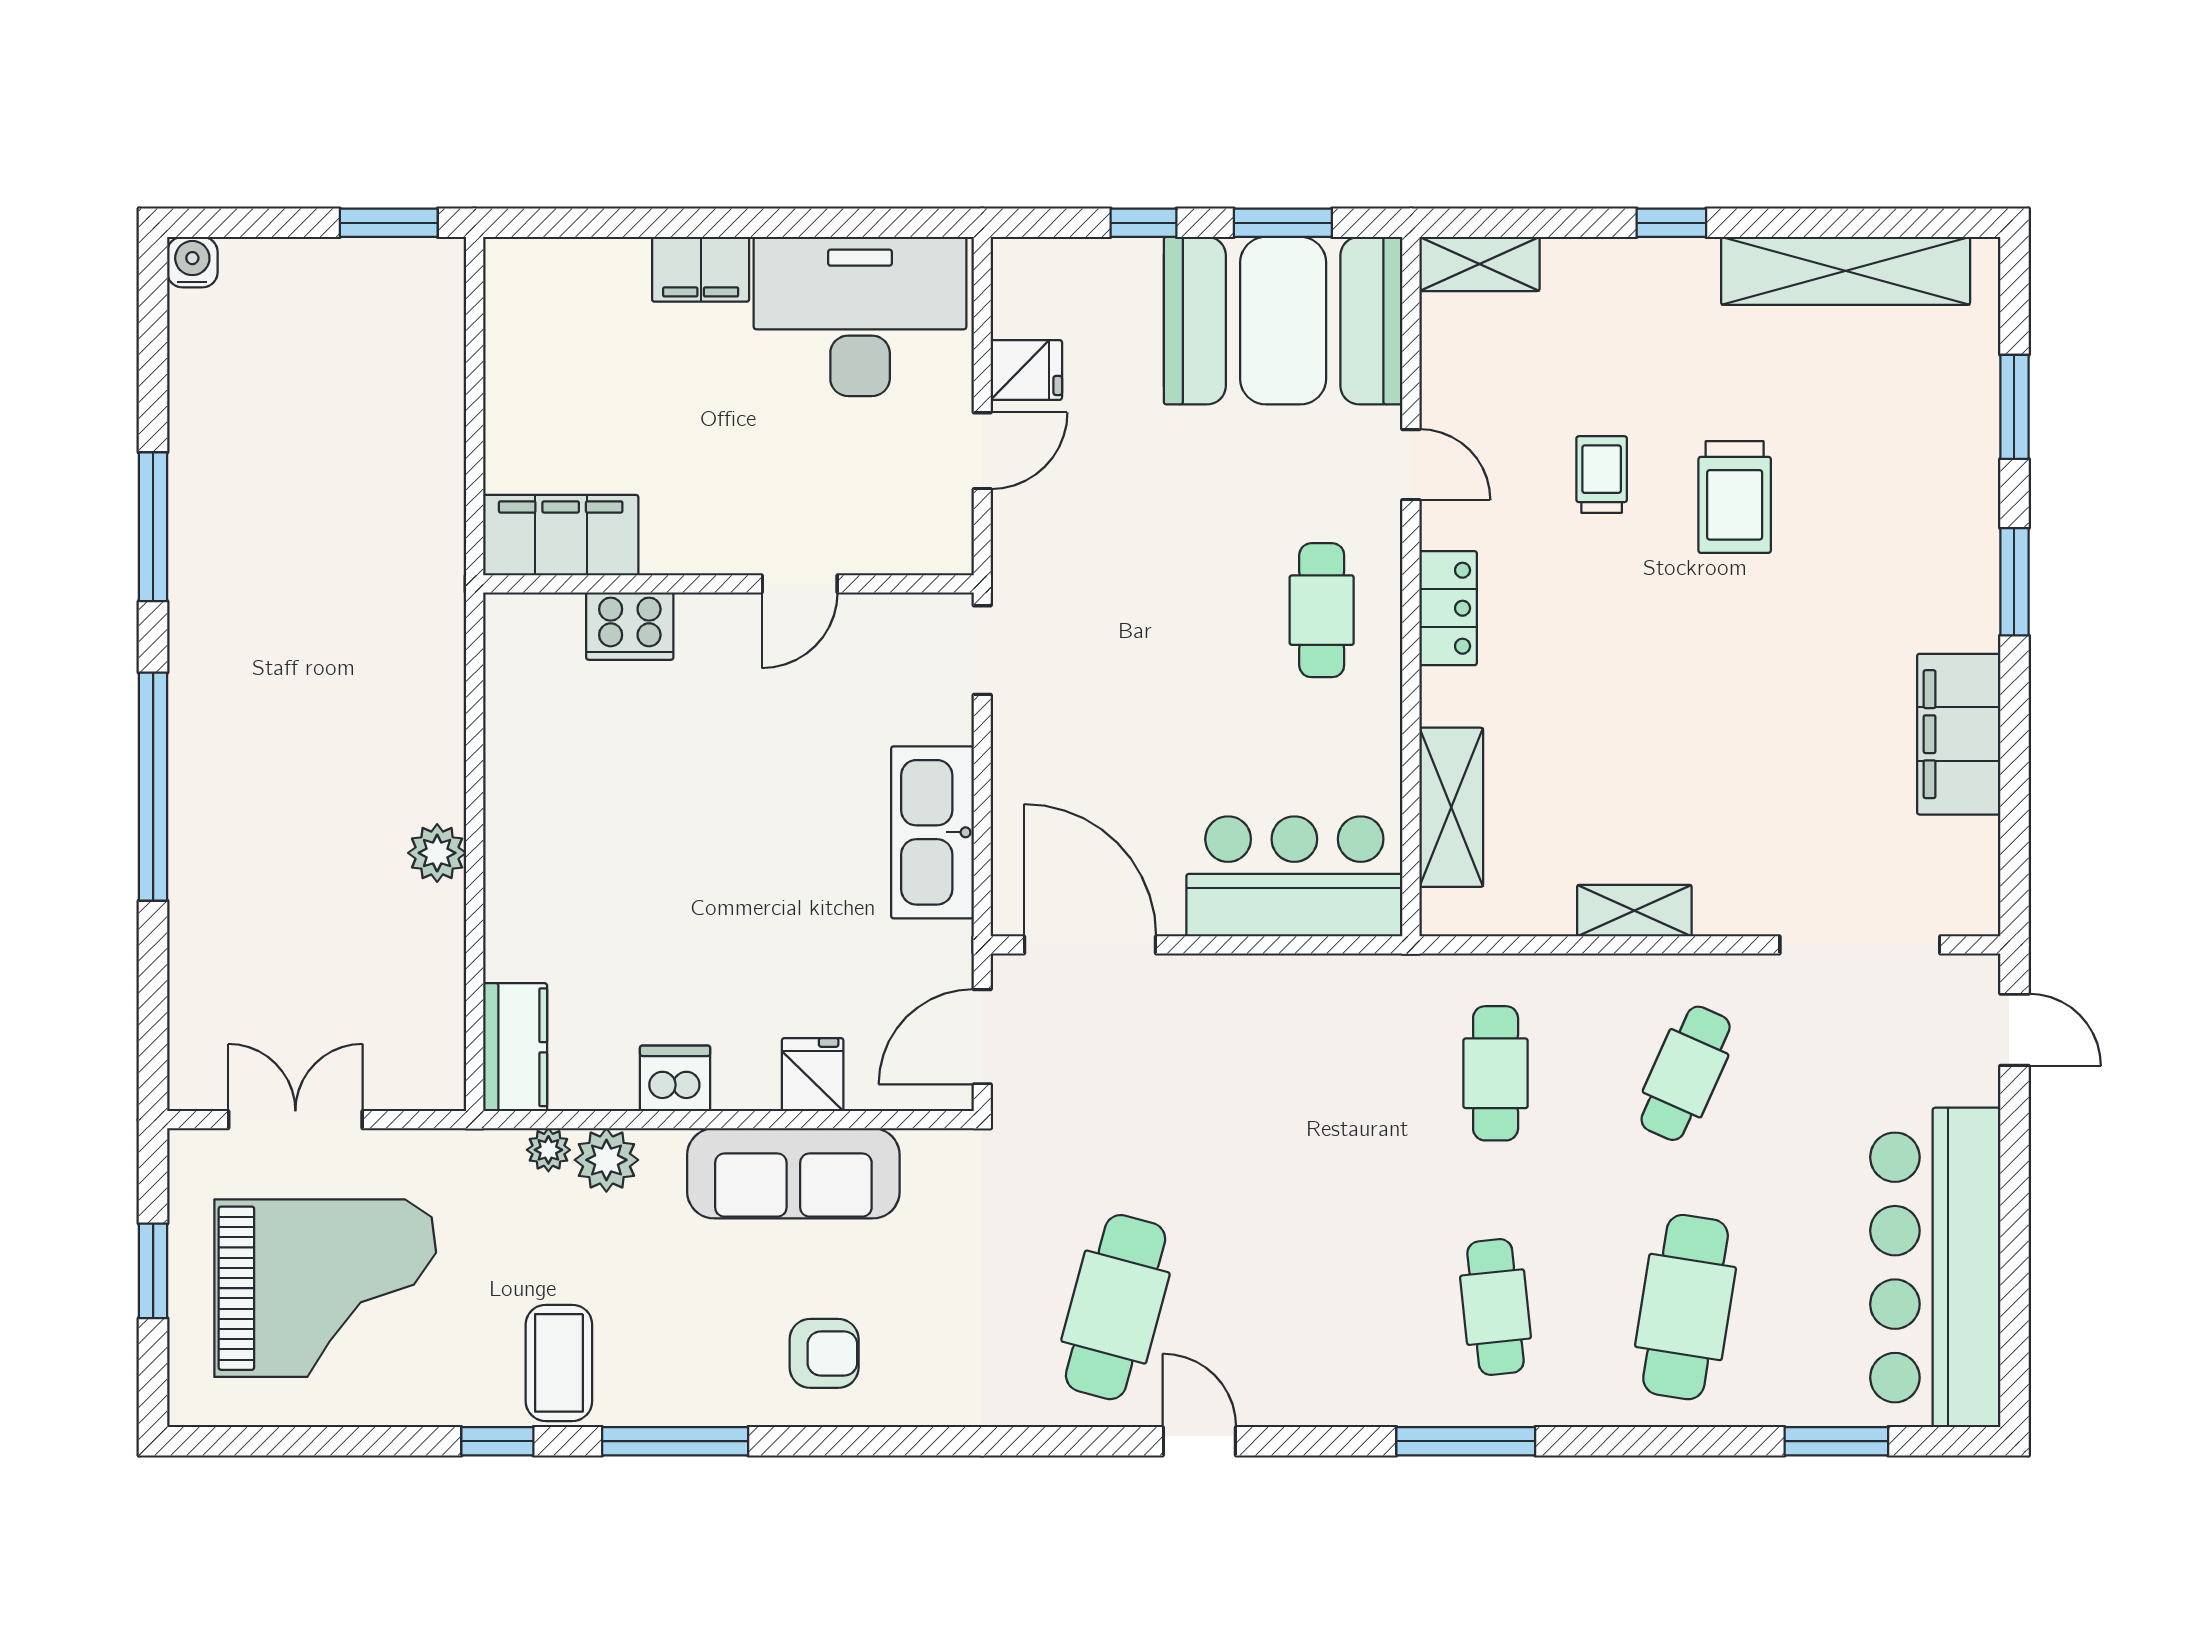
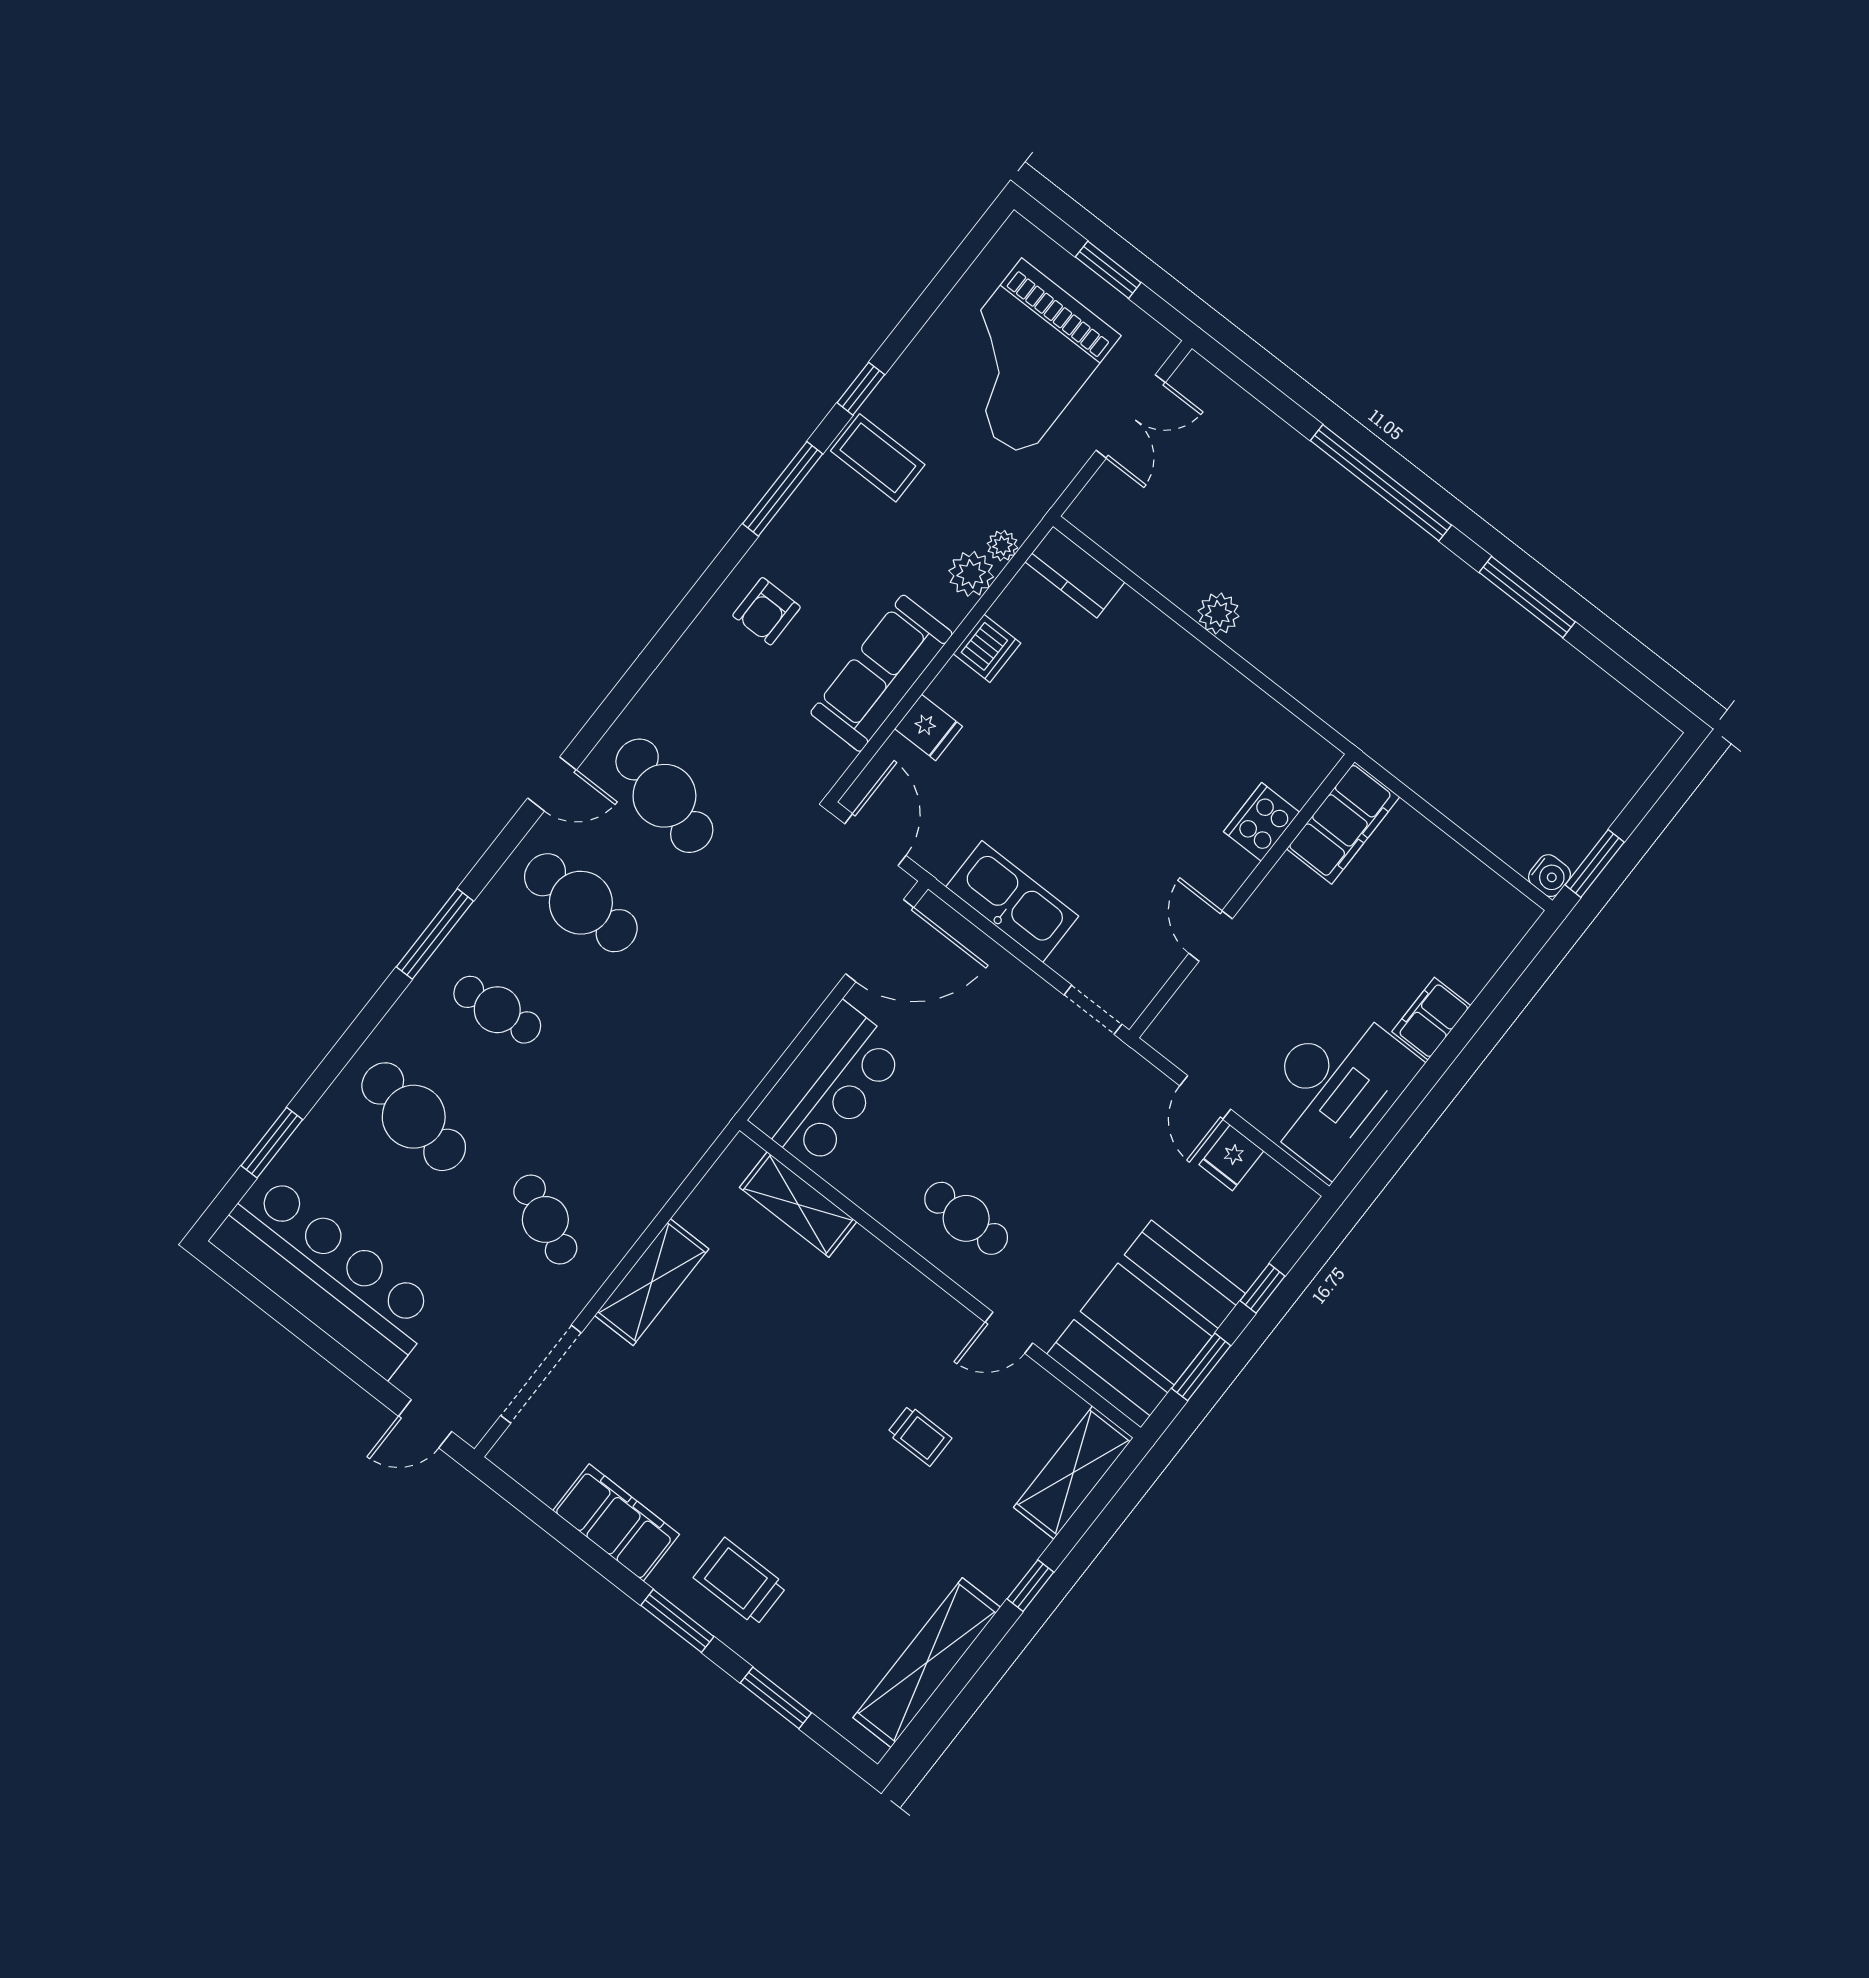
water cooler: (192, 262) -> (1550, 876), moved
shelving: (1479, 264) -> (1073, 1472), width x1.50, depth x1.33
trolley: (1735, 497) -> (740, 1582), moved
locker: (1448, 608) -> (912, 1290), removed
shelving: (1634, 911) -> (652, 1282), width x1.50, depth x1.33
cafe table: (1496, 1073) -> (581, 903), moved, width x1.37, depth x1.35

